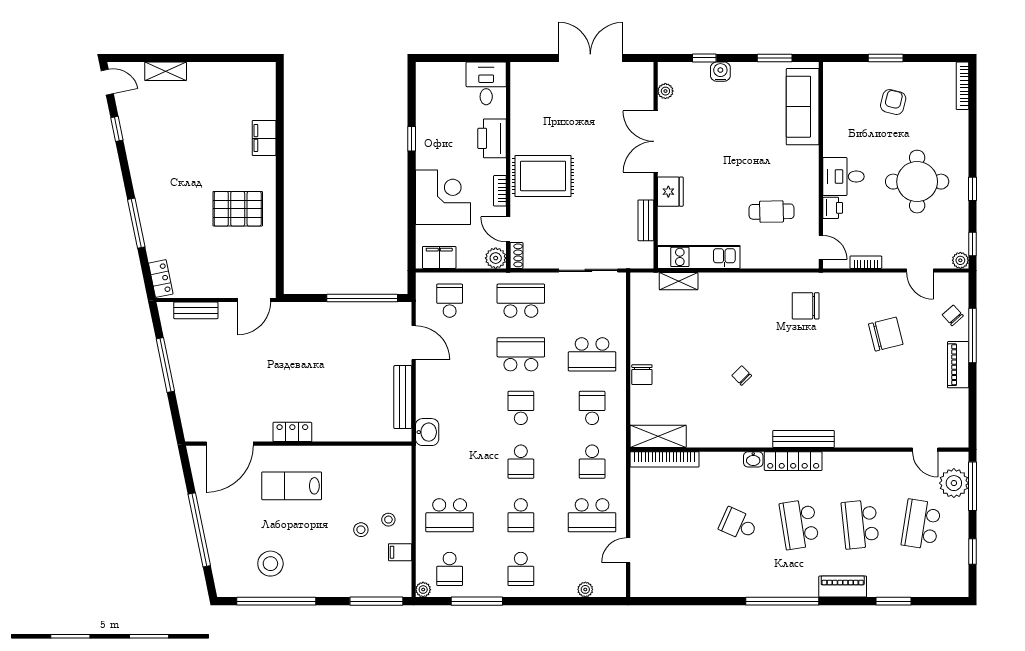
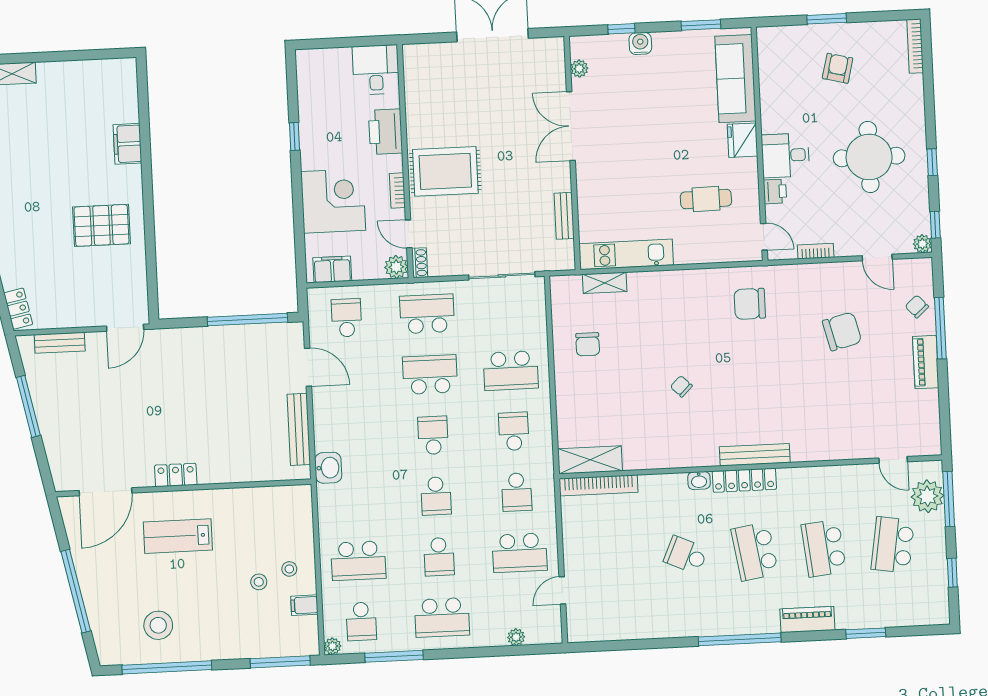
fridge: (670, 192) -> (743, 140), moved, turned 180
chair: (642, 375) -> (588, 344), moved
school desk: (521, 569) -> (442, 617), width x1.85

